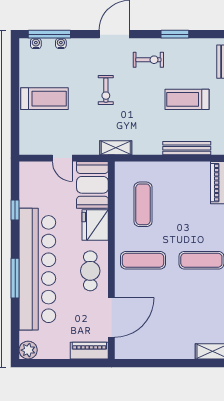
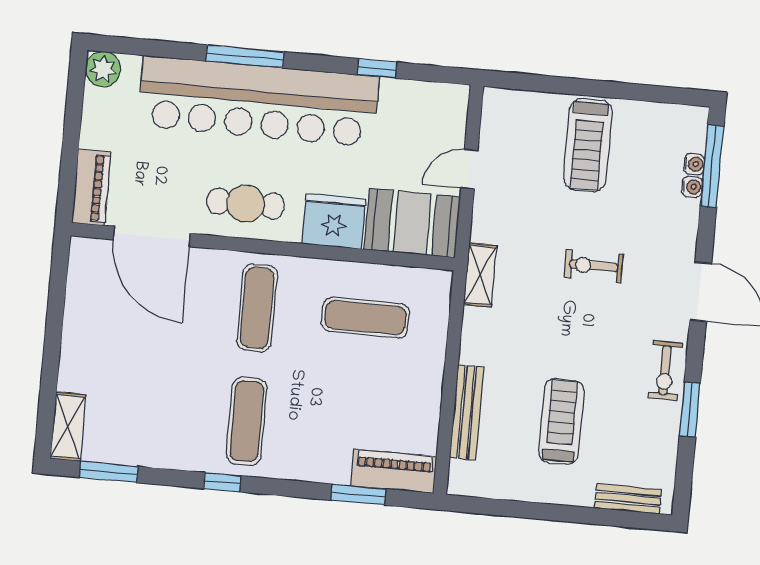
water cooler: (36, 43) -> (694, 164), moved
exercise bike: (148, 60) -> (665, 370), moved

